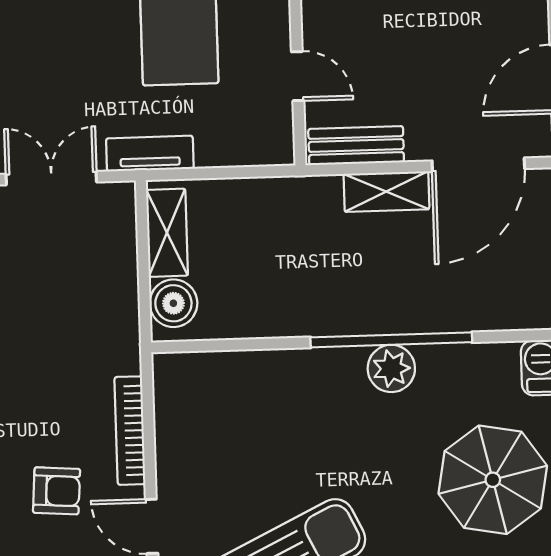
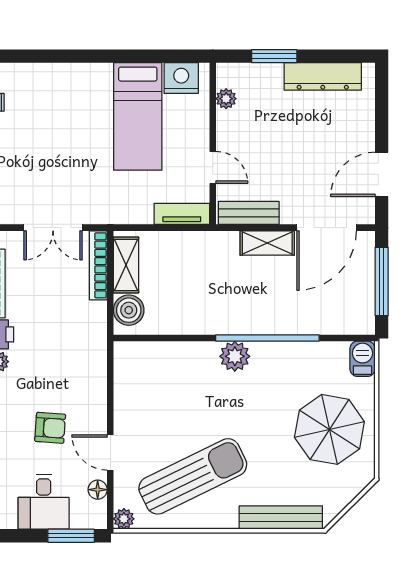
tv unit: (150, 154) -> (182, 214), moved
double door: (51, 178) -> (53, 228), swing flipped
plant: (391, 368) -> (235, 356), moved
bookcase: (130, 431) -> (98, 265), moved

